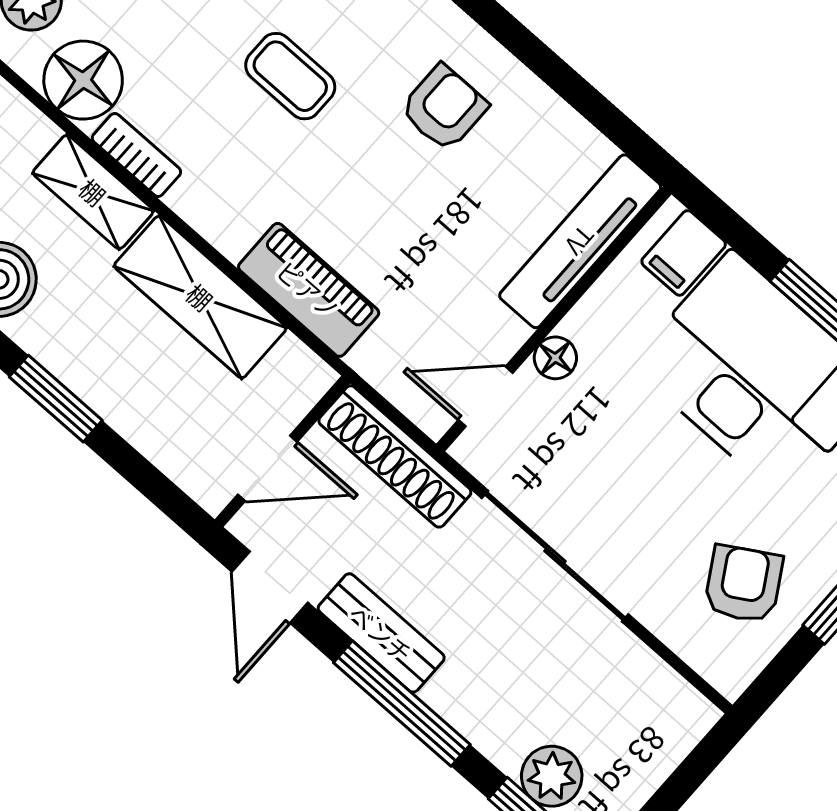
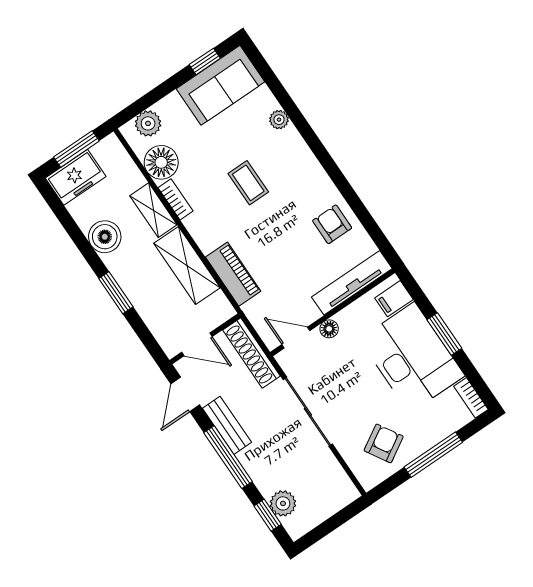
armchair: (444, 108) -> (332, 224), moved, turned -90

